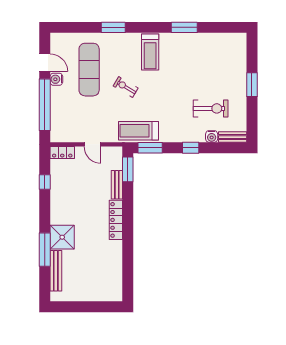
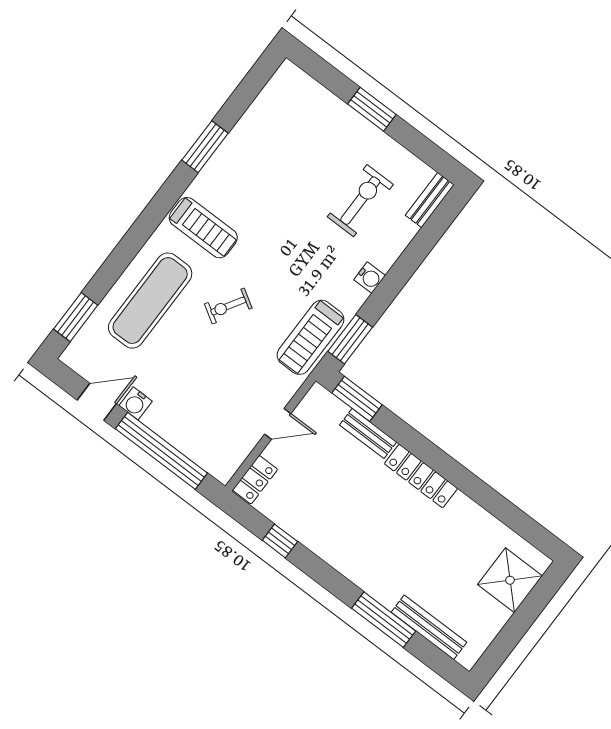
window: (113, 27) -> (76, 317), moved
exercise mat: (89, 70) -> (150, 301), moved, turned 90
water cooler: (212, 136) -> (370, 278), moved
window: (191, 148) -> (397, 277), removed
shower: (62, 237) -> (510, 580), moved

